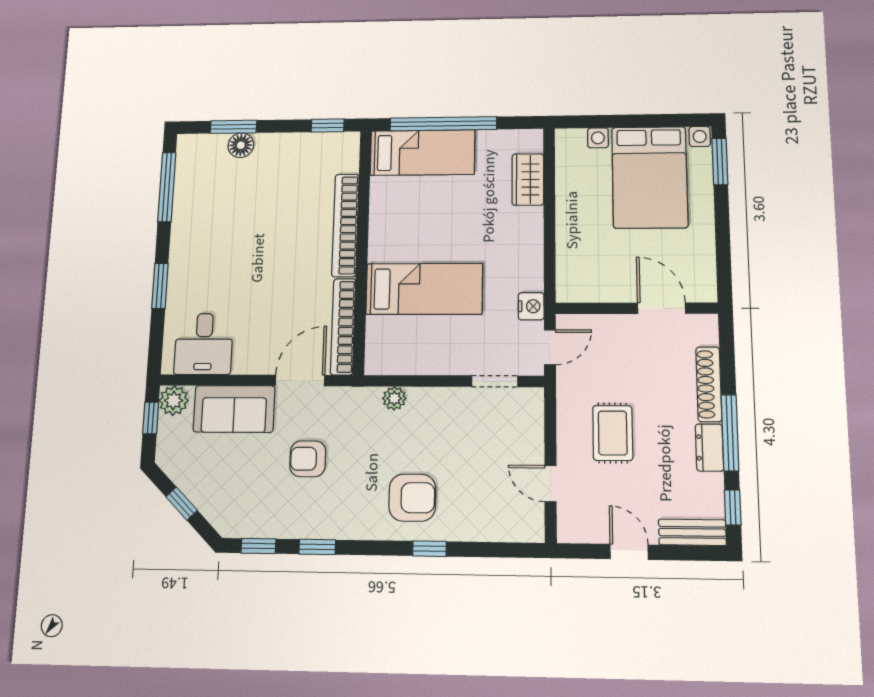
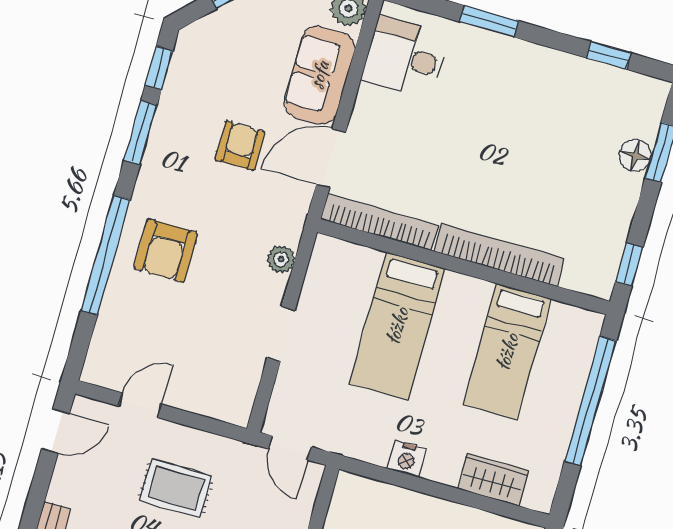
bed: (422, 153) -> (507, 352), moved
window: (167, 187) -> (609, 55), width x0.46
nightstand: (531, 306) -> (407, 459), moved
door: (300, 380) -> (331, 158), swing flipped
doorway: (495, 381) -> (281, 334), moved
window: (317, 547) -> (141, 133), width x1.50
window: (430, 549) -> (106, 255), width x3.17
door: (629, 552) -> (55, 431), moved

